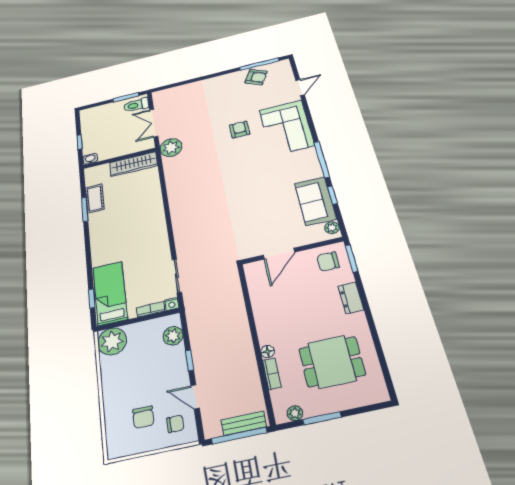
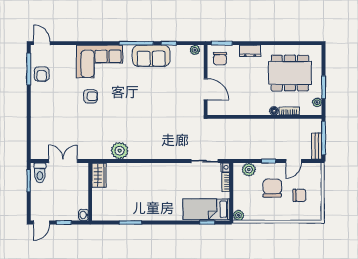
armchair: (256, 77) -> (42, 74), turned 152
door: (300, 88) -> (42, 43), moved
door: (78, 121) -> (42, 223), added
double door: (154, 123) -> (63, 161), swing flipped
armchair: (240, 130) -> (90, 96), turned 180
plant: (171, 148) -> (120, 151), moved
wardrobe: (134, 164) -> (99, 175), width x0.67
cot: (95, 198) -> (123, 214), removed
sofa: (315, 201) -> (151, 56), moved
plant: (112, 341) -> (238, 215), width x0.53, depth x0.53
dining table: (332, 362) -> (290, 73), width x1.38
bench: (244, 423) -> (317, 146), moved
chair: (175, 424) -> (272, 188), moved, width x1.87, depth x1.87

